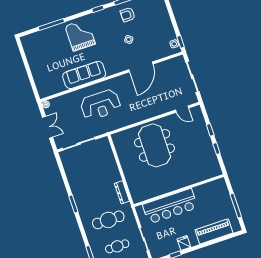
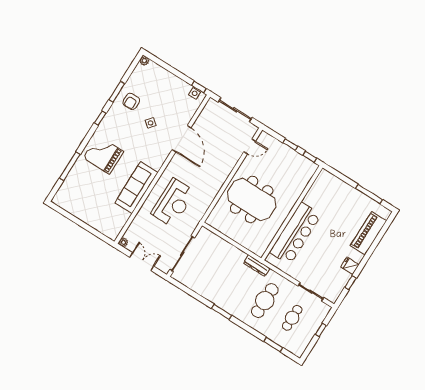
wall: (179, 191) -> (292, 213), moved
bar counter: (170, 206) -> (295, 233), moved

